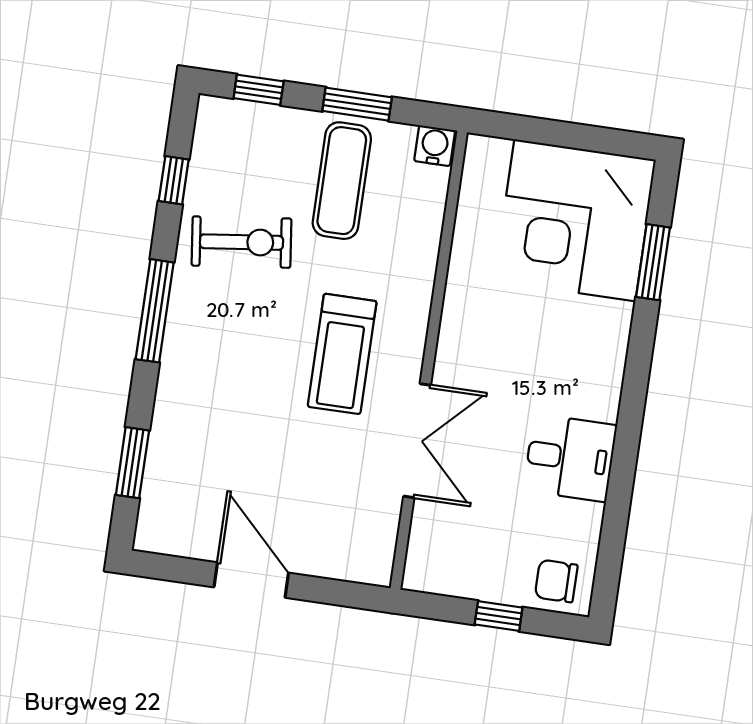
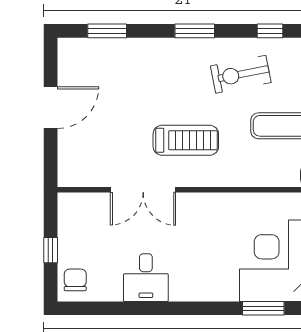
exercise bike: (242, 242) -> (241, 74), turned 86
window: (155, 311) -> (195, 31), width x0.69
treadmill: (342, 354) -> (186, 140), turned 180

